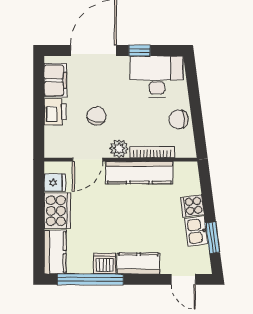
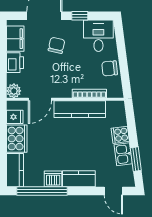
desk: (157, 77) -> (98, 36), width x0.73
chair: (96, 116) -> (57, 45), moved
plant: (119, 149) -> (14, 91), moved

